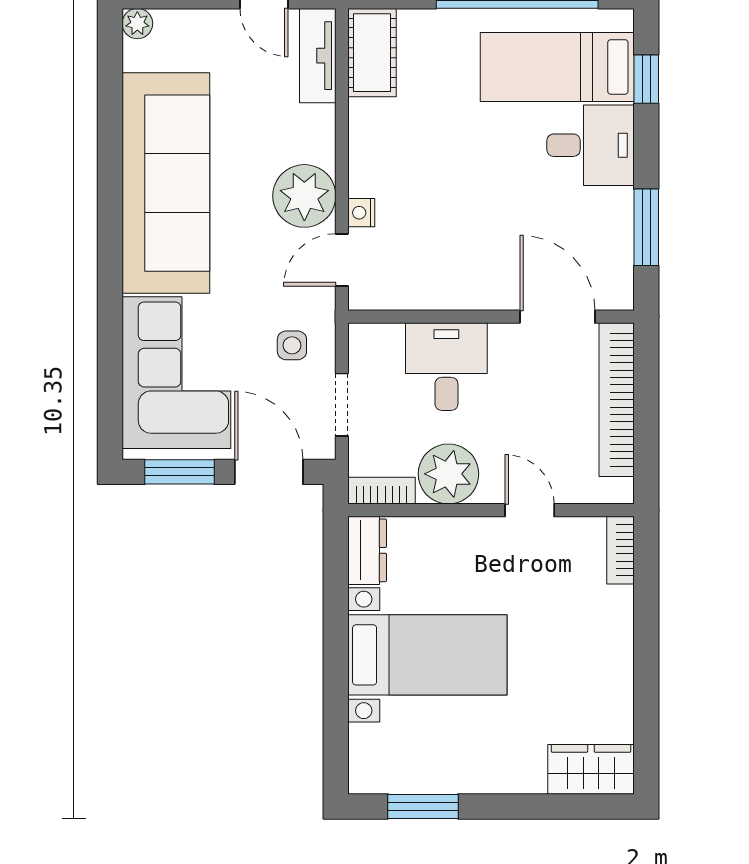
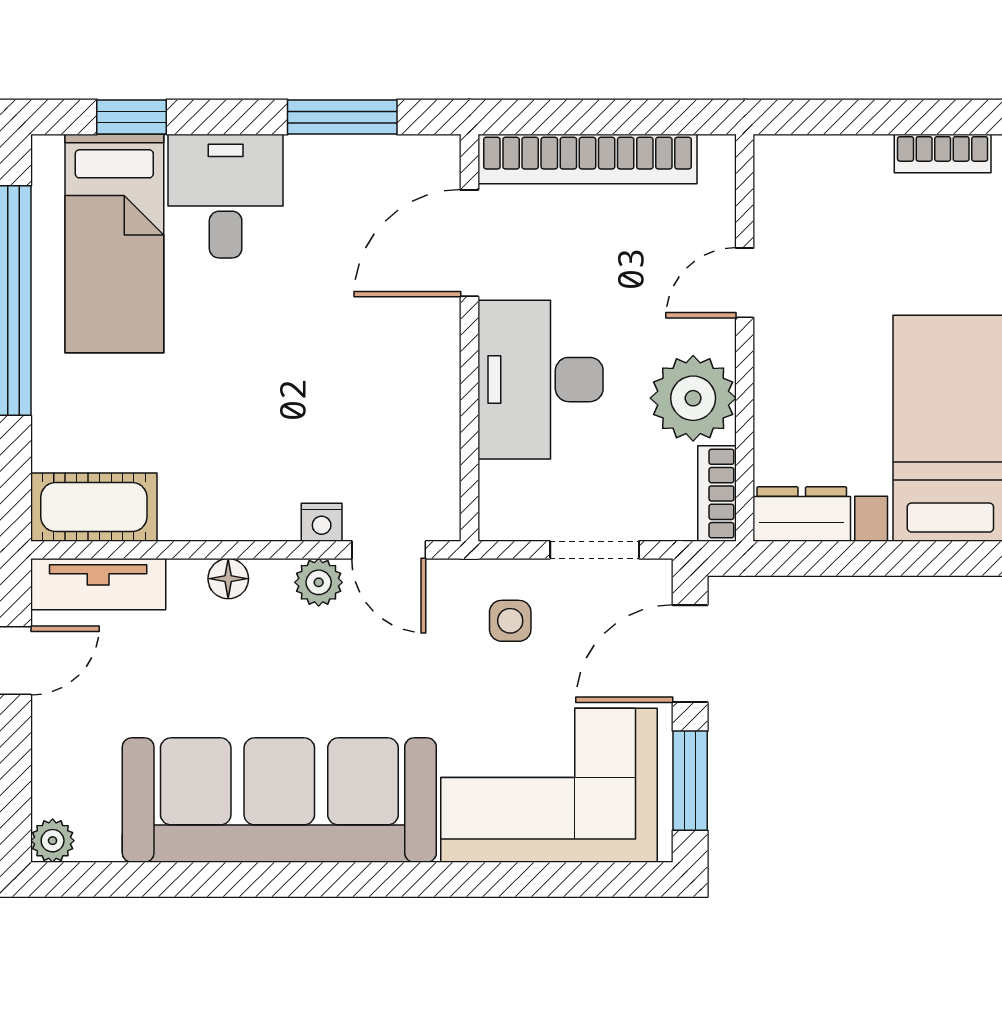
floor lamp: (322, 147) -> (228, 579), added
plant: (304, 196) -> (319, 582), width x0.53, depth x0.53
desk: (446, 367) -> (540, 380), width x1.37
bookcase: (620, 550) -> (943, 154), moved

